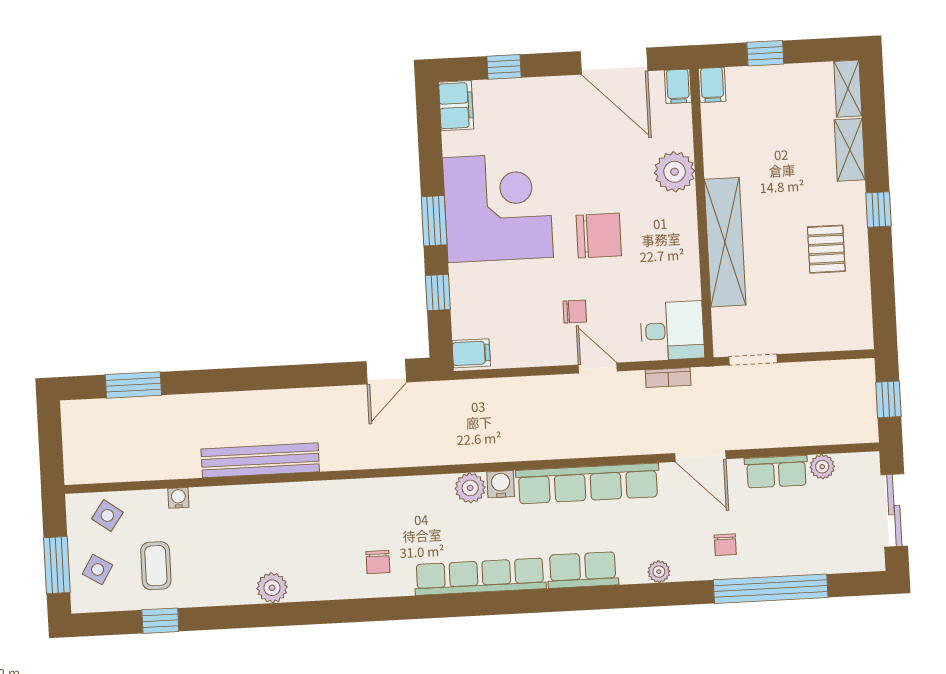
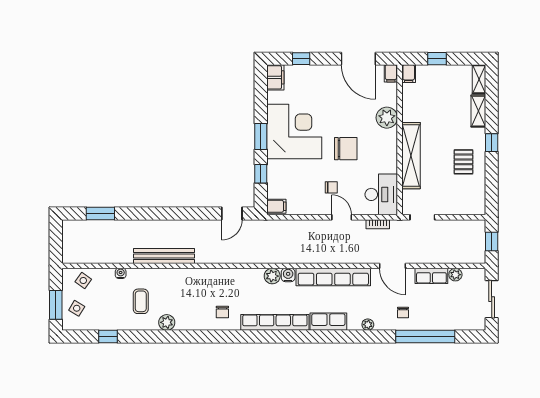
desk: (672, 331) -> (381, 194), width x1.37
coffee table: (156, 566) -> (141, 301), moved

